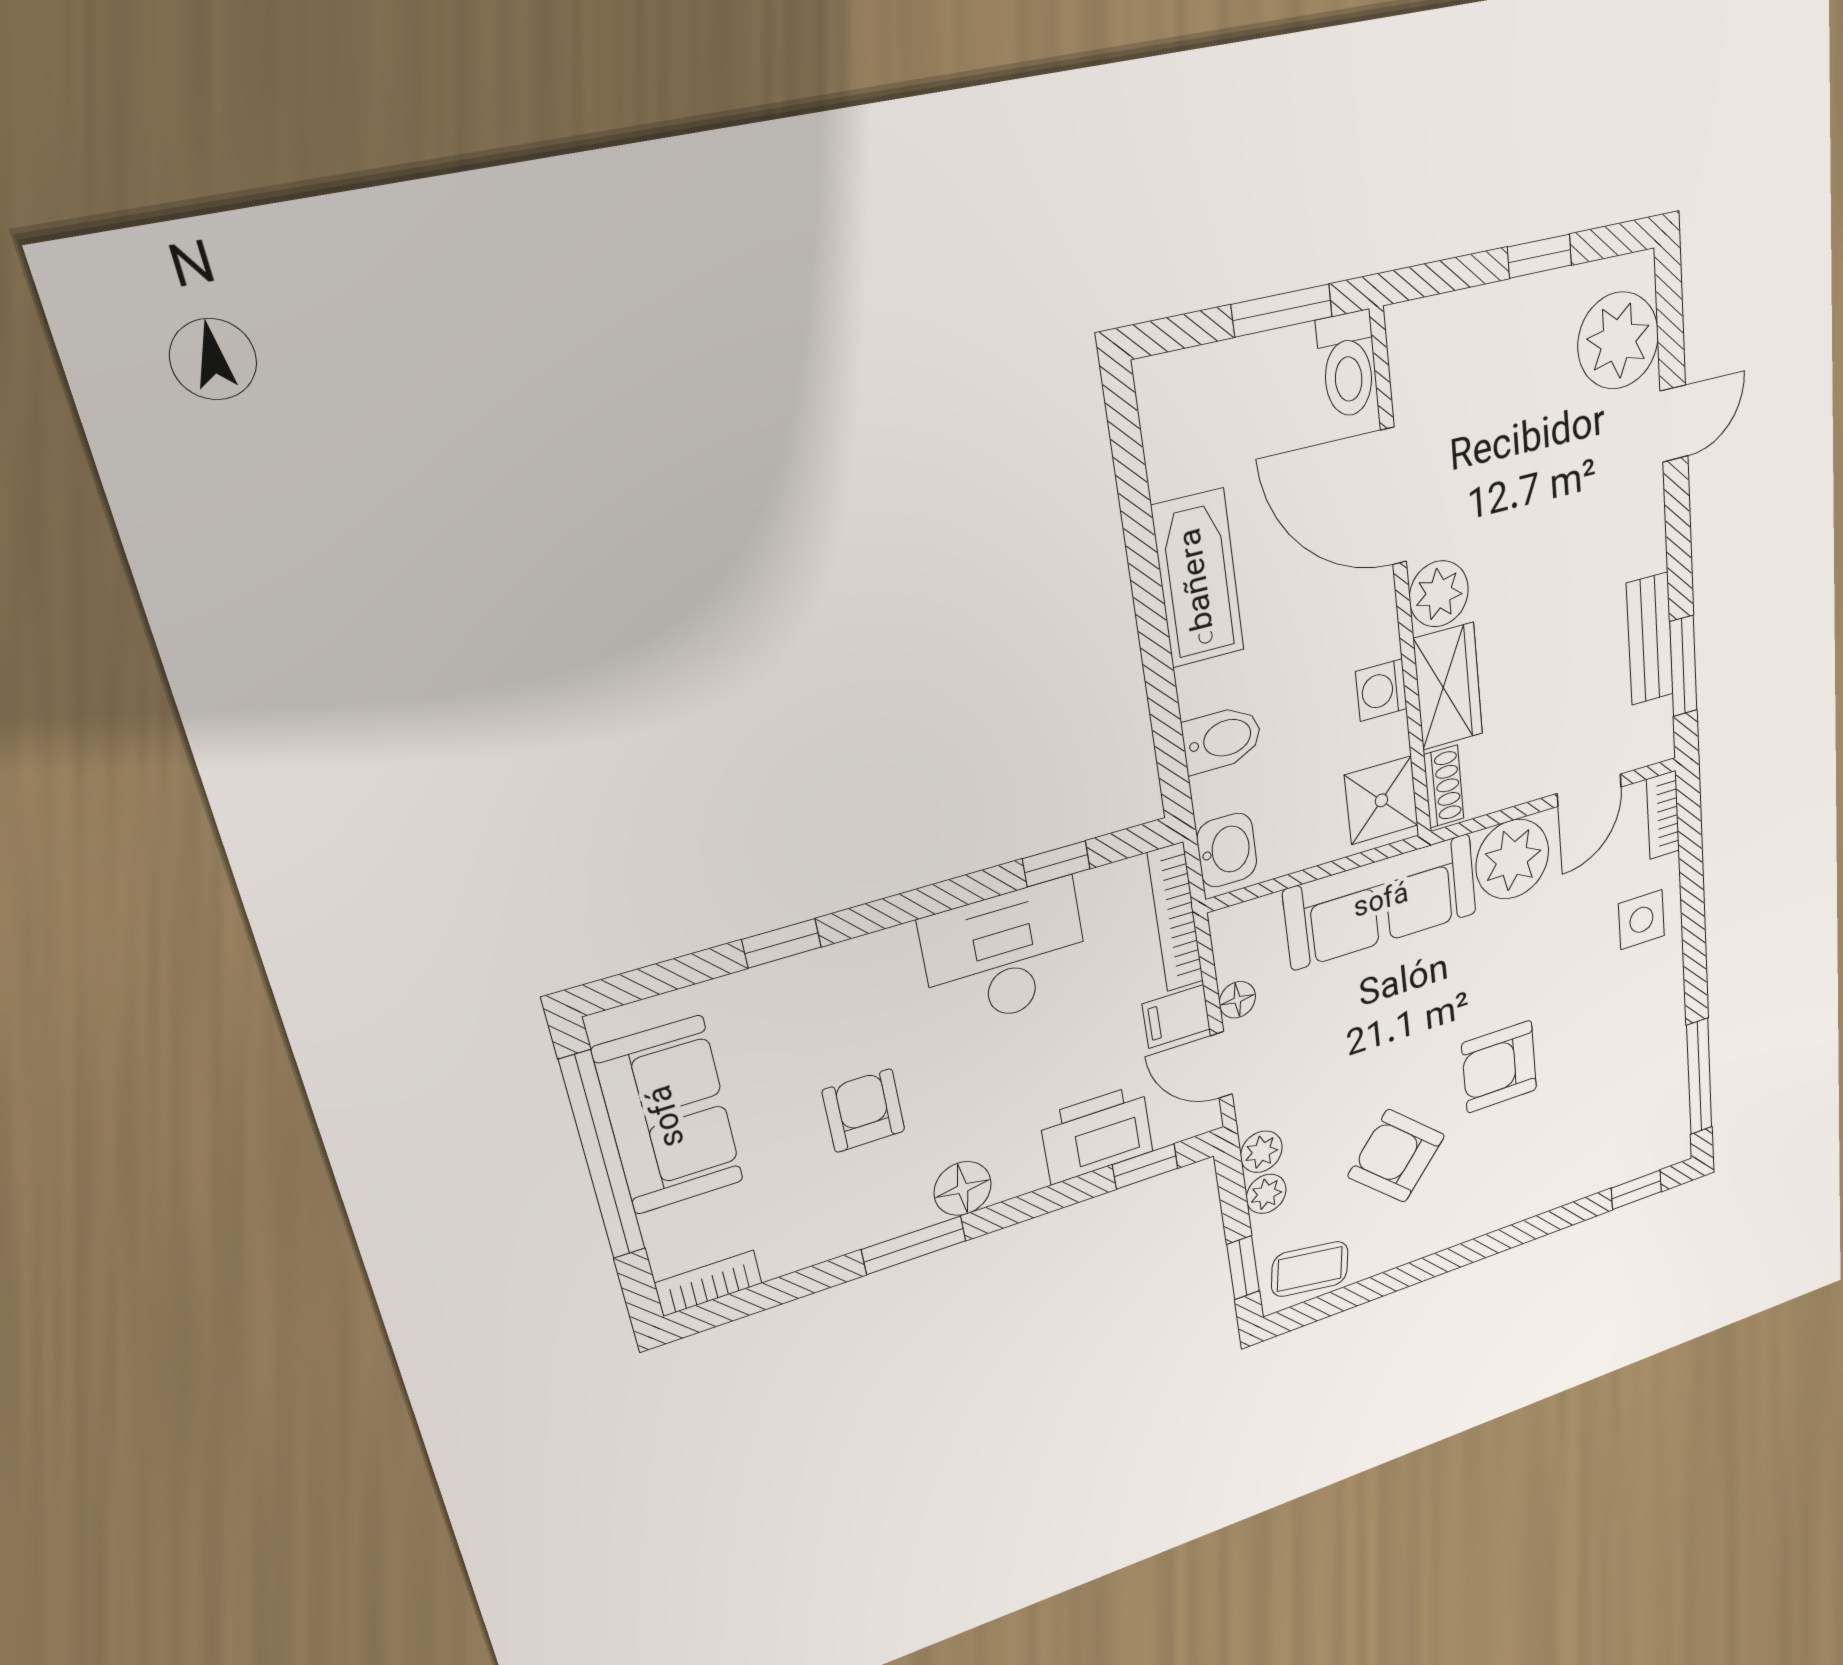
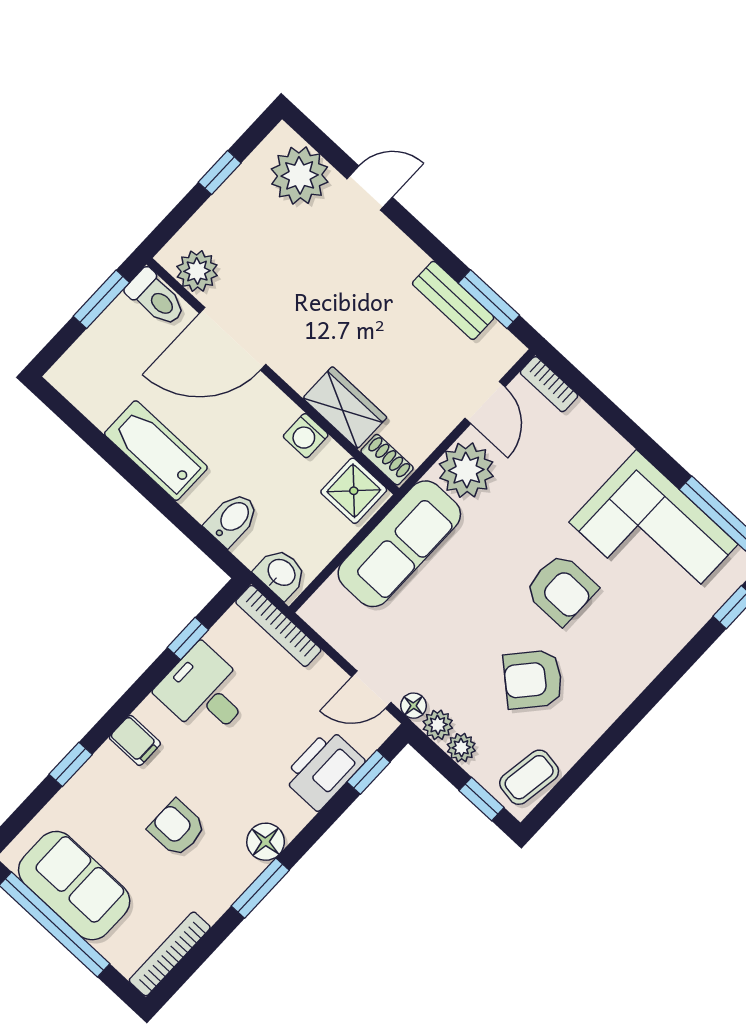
door: (1674, 424) -> (370, 188), hinge flipped
plant: (1439, 594) -> (197, 271), moved
side table: (1641, 920) -> (588, 449), removed
desk: (1005, 955) -> (205, 692), width x0.73
floor lamp: (1237, 1000) -> (414, 706), moved
filing cabinet: (1176, 1017) -> (135, 740), moved, turned -90
corner sofa: (1628, 1059) -> (653, 533), added
armchair: (1499, 1067) -> (561, 589), turned -90
bookcase: (708, 1283) -> (170, 954), width x1.56

